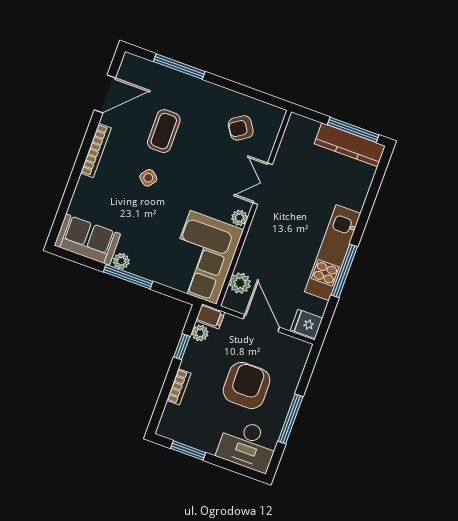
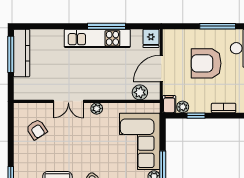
corner sofa: (203, 257) -> (140, 141), moved, turned 90

